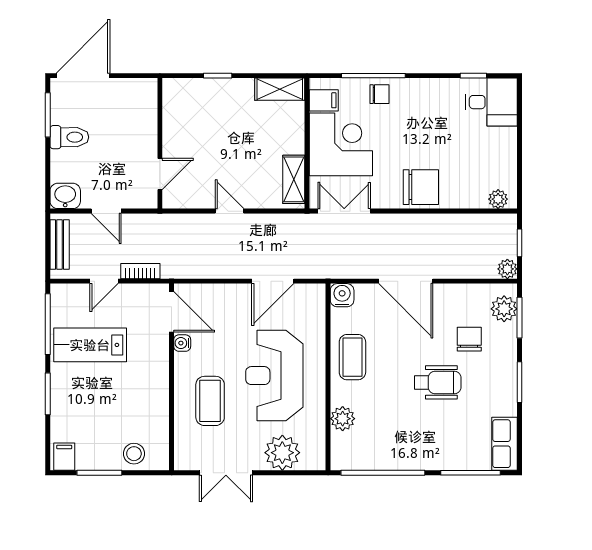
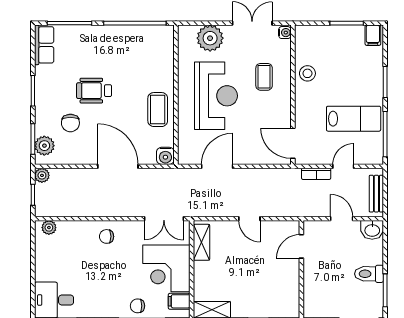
chair: (421, 187) -> (107, 236), width x0.54, depth x0.54
water cooler: (182, 343) -> (285, 33), moved
coffee table: (210, 401) -> (264, 77), width x0.73, depth x0.77
plant: (343, 419) -> (165, 64), removed
stool: (134, 454) -> (307, 73), moved

